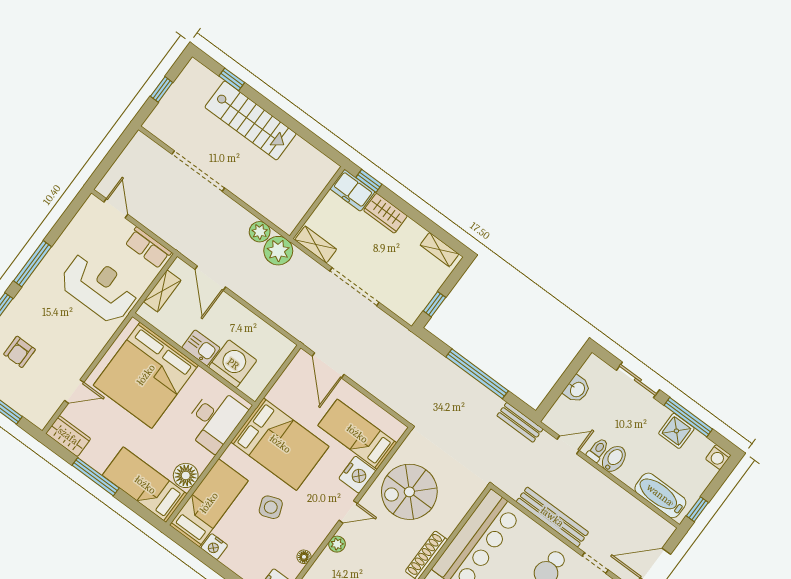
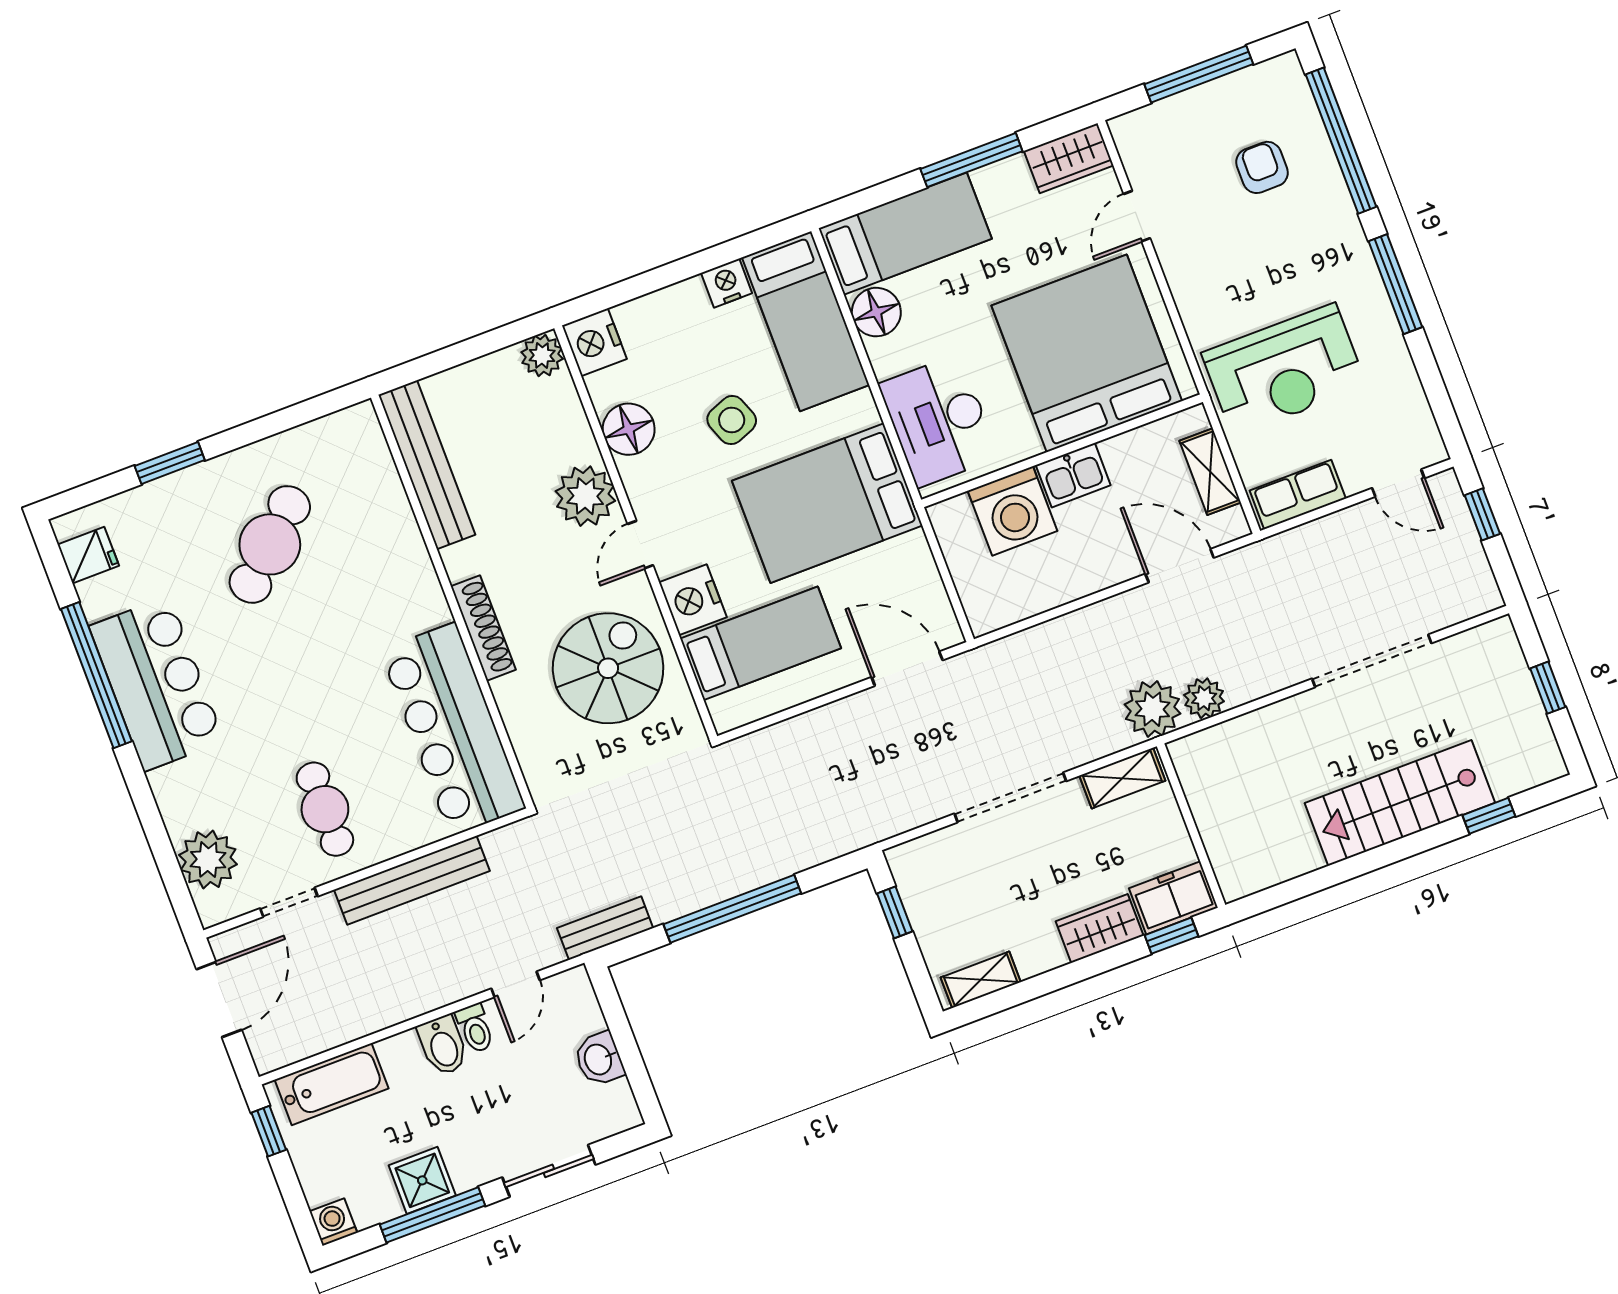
window: (106, 164) -> (1482, 514), added
plant: (337, 544) -> (585, 496), width x1.88, depth x1.88
floor lamp: (304, 557) -> (629, 429), width x1.89, depth x1.89

